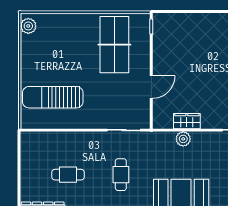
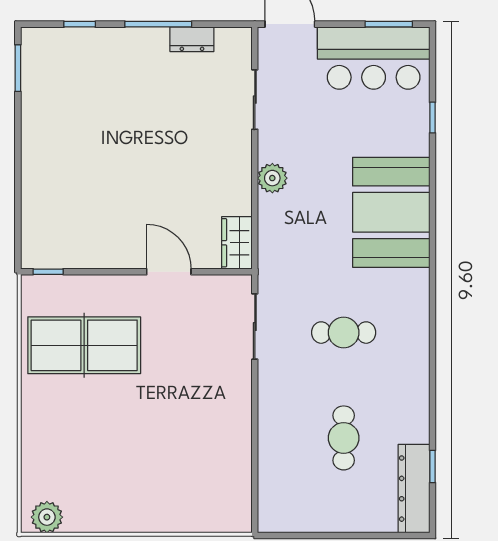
sun lounger: (53, 97) -> (189, 468), removed
wardrobe: (187, 121) -> (237, 243), moved
plant: (183, 139) -> (272, 178), moved

